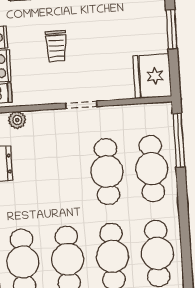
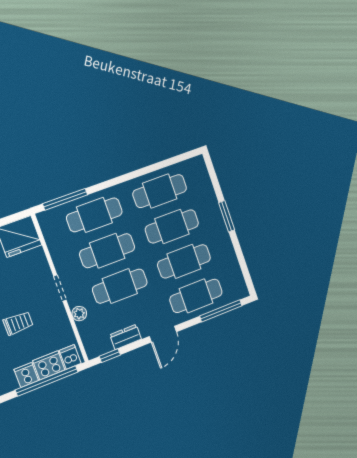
plant: (17, 120) -> (79, 314), moved
cafe table: (62, 174) -> (120, 286), added

